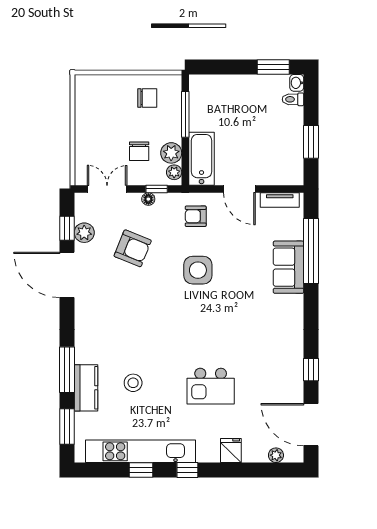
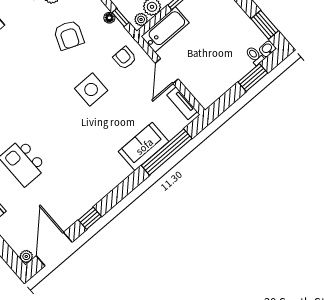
window: (311, 142) -> (253, 77), moved
plant: (276, 455) -> (26, 256), moved

